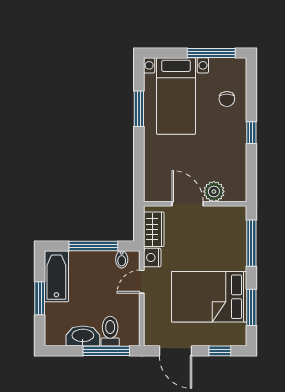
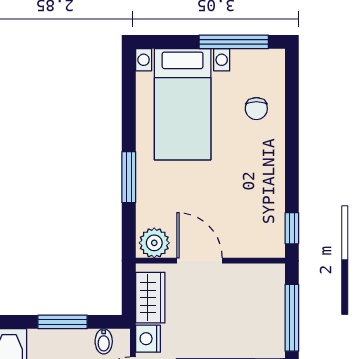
window: (139, 109) -> (129, 177), moved
window: (251, 133) -> (292, 228), moved
plant: (214, 192) -> (154, 243), moved
window: (93, 246) -> (63, 322), width x0.69

